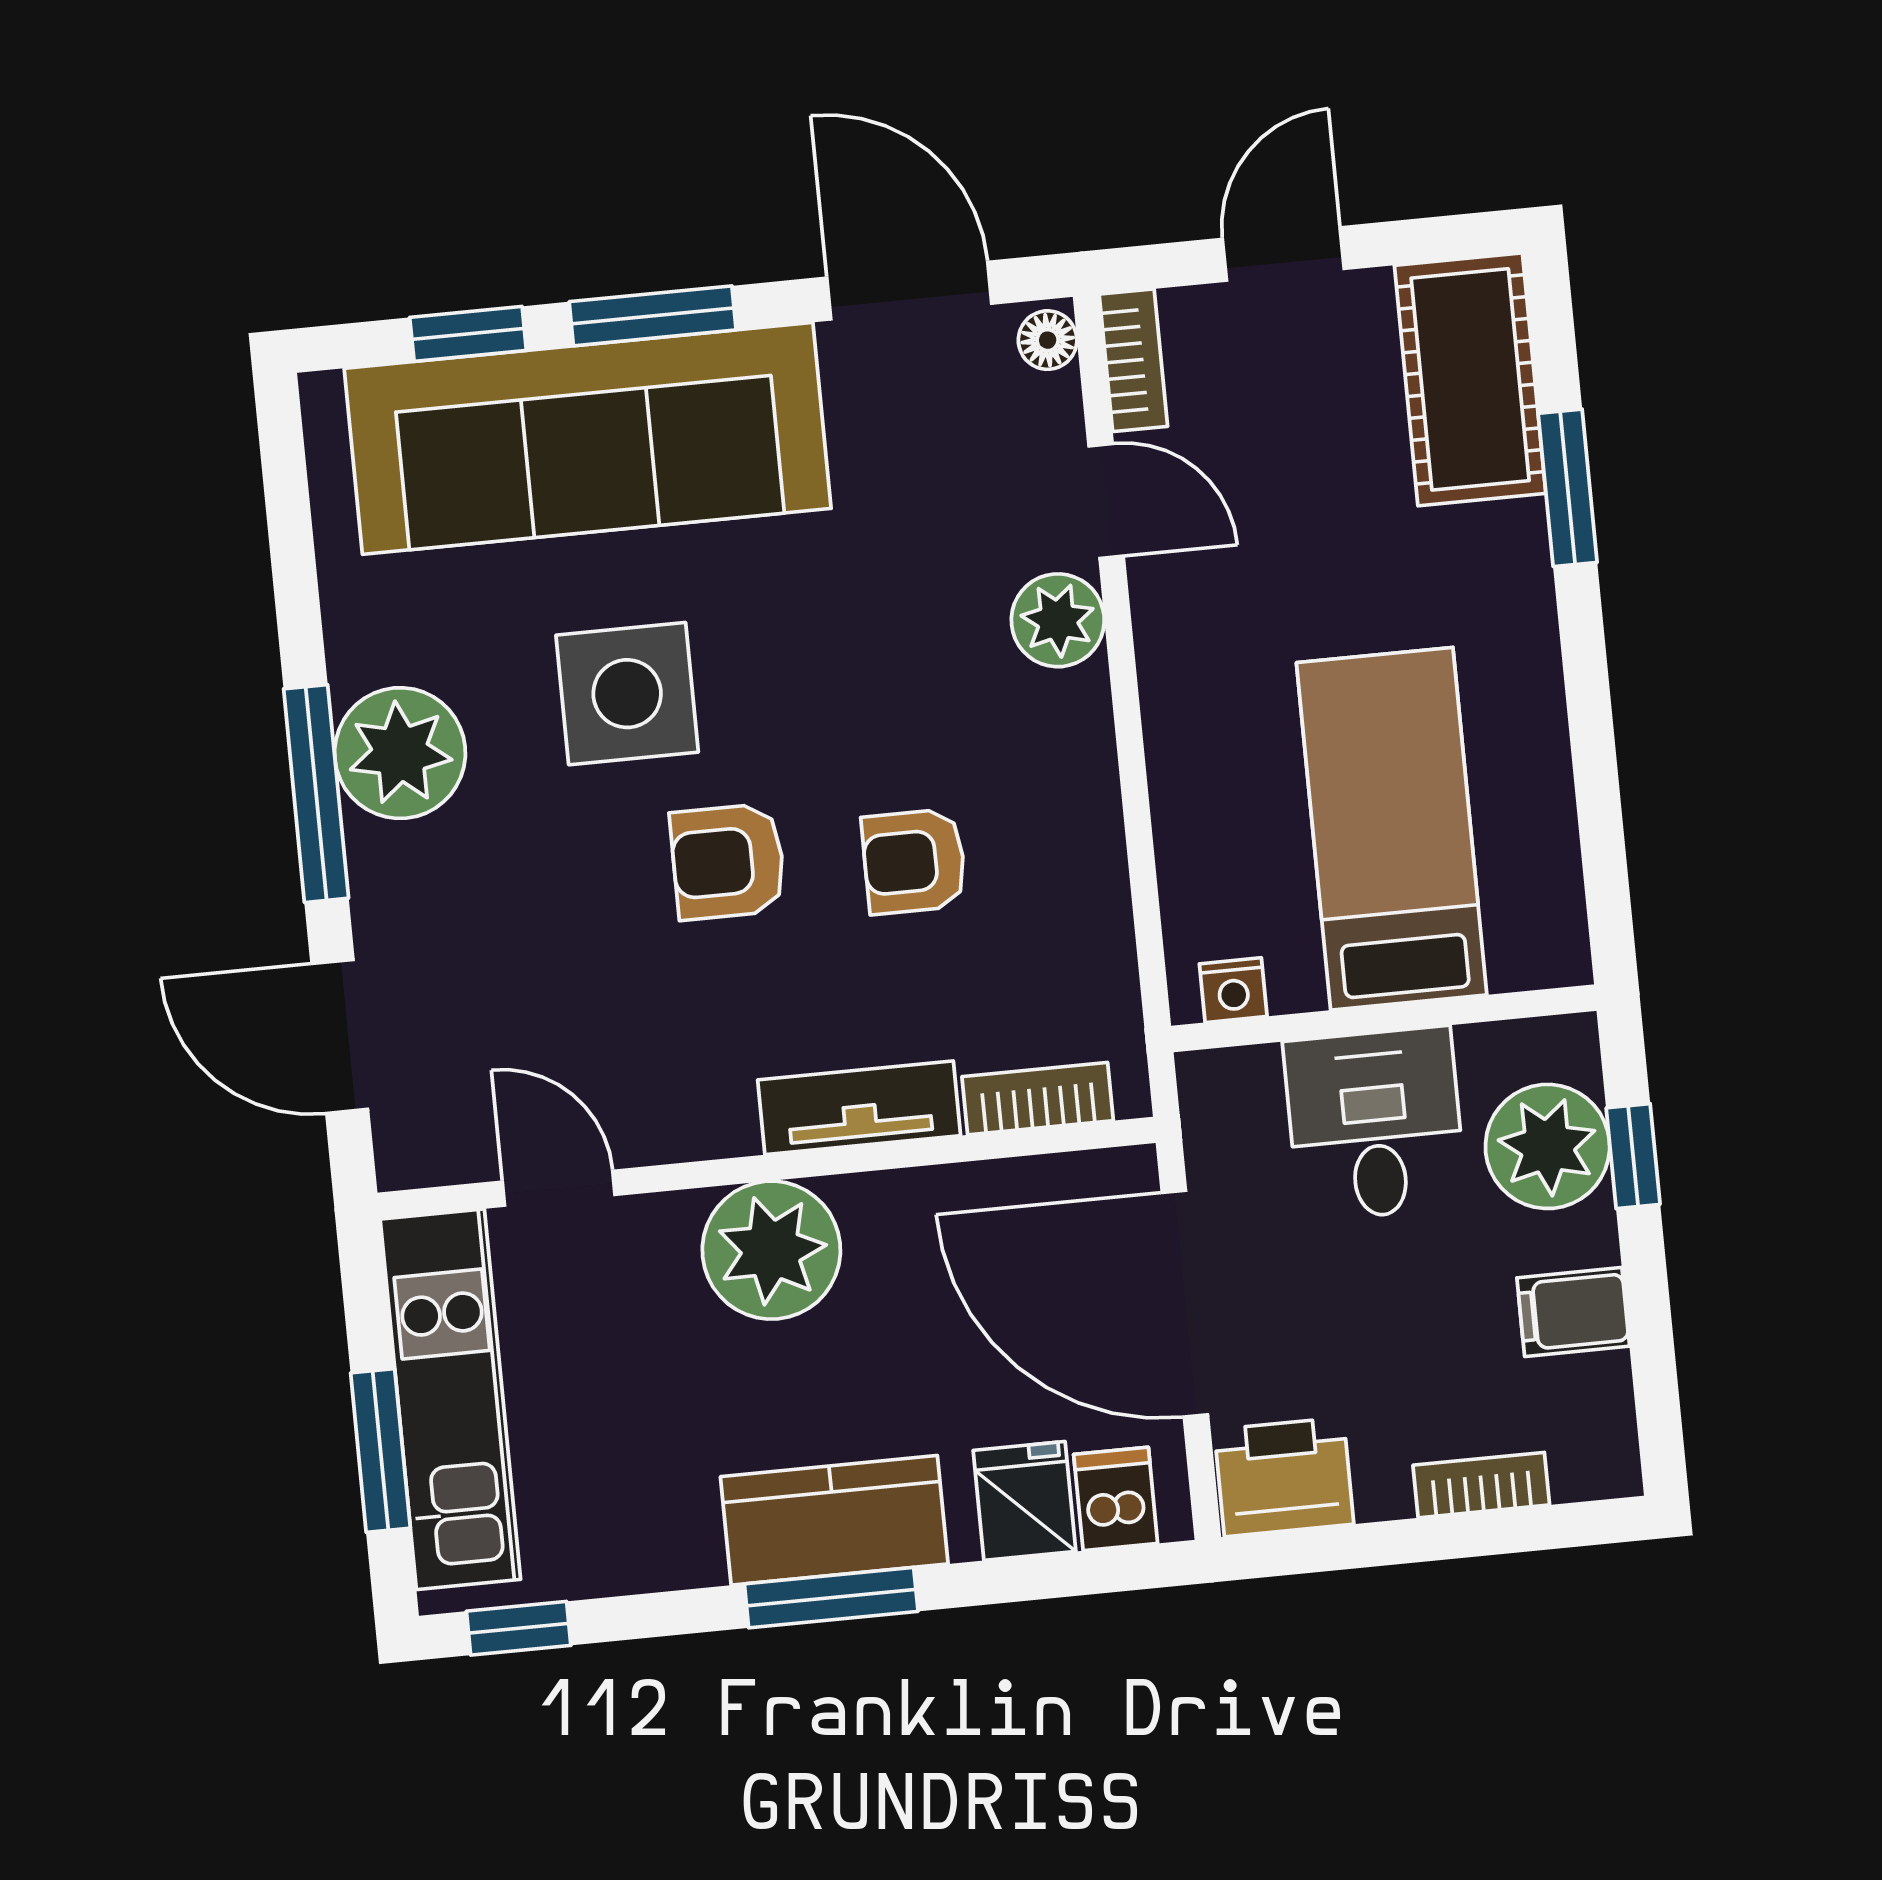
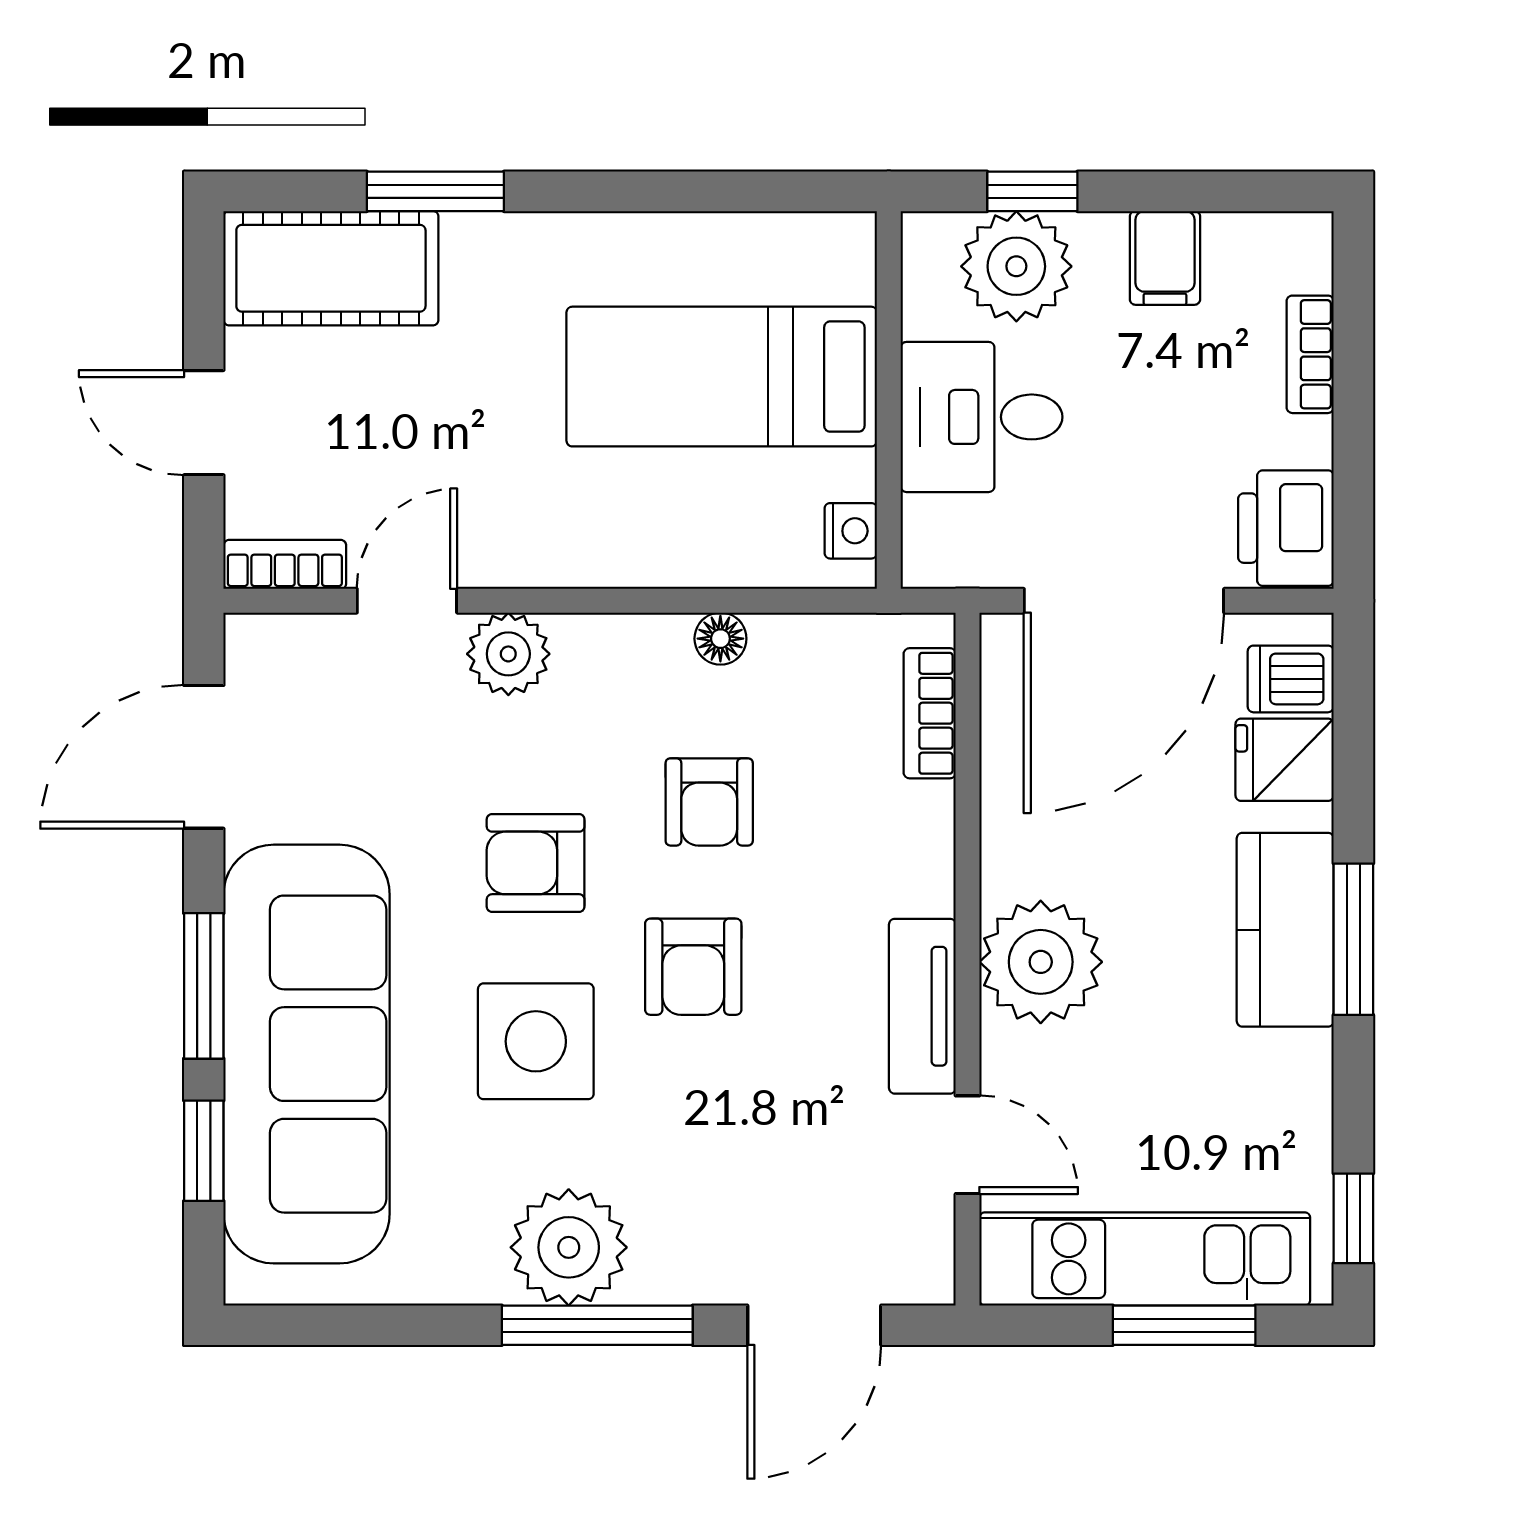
floor lamp: (1048, 340) -> (720, 639), moved
armchair: (827, 674) -> (536, 863), added
tv unit: (859, 1108) -> (922, 1006), moved
door: (559, 1188) -> (968, 1145), swing flipped

